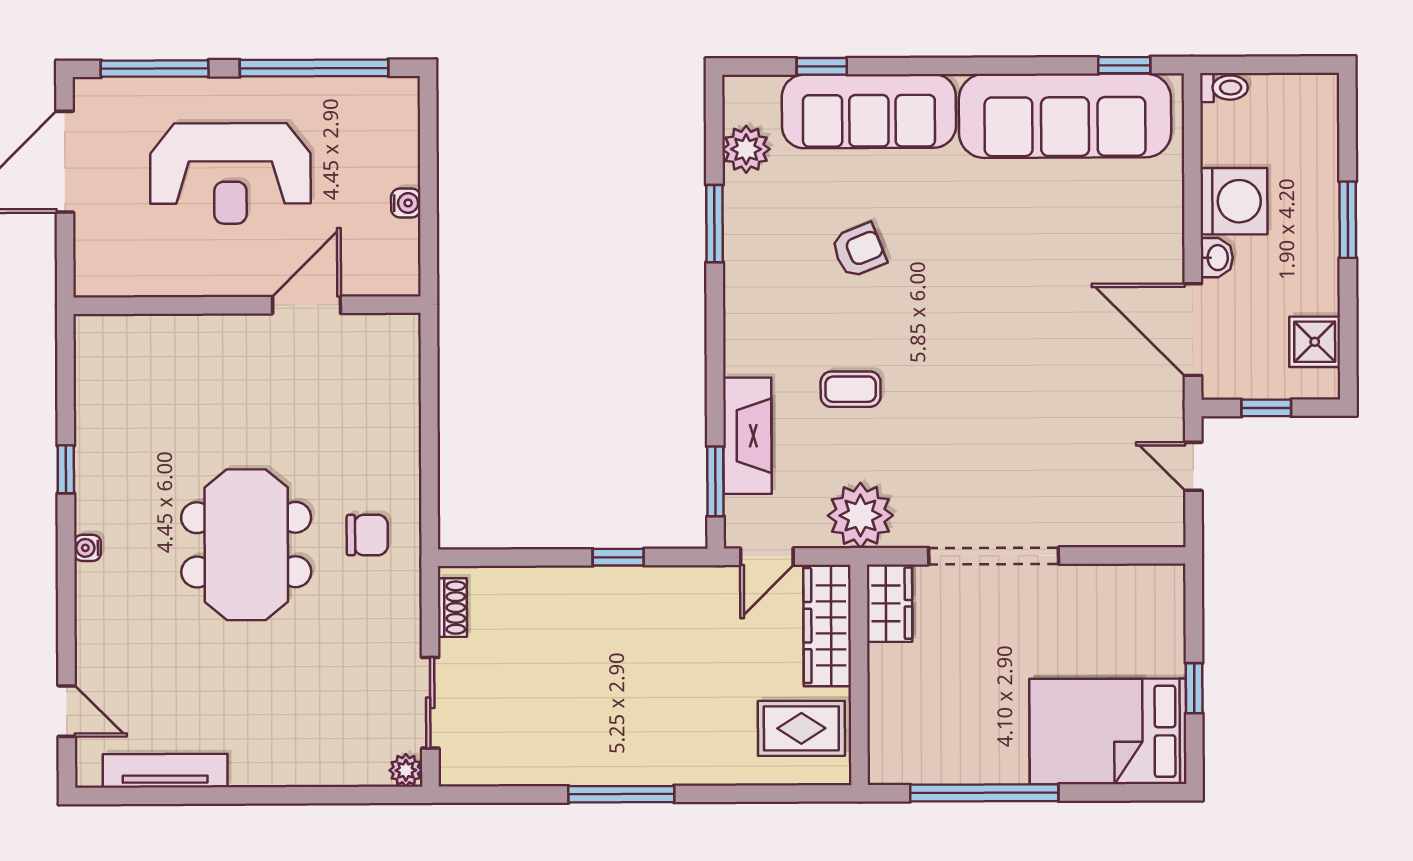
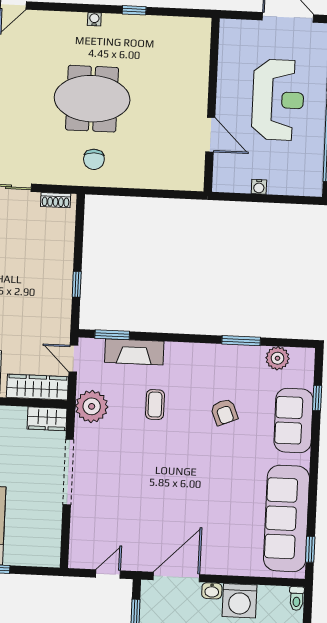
sofa: (869, 111) -> (293, 420), width x0.73
reception desk: (230, 173) -> (278, 100), turned 180

